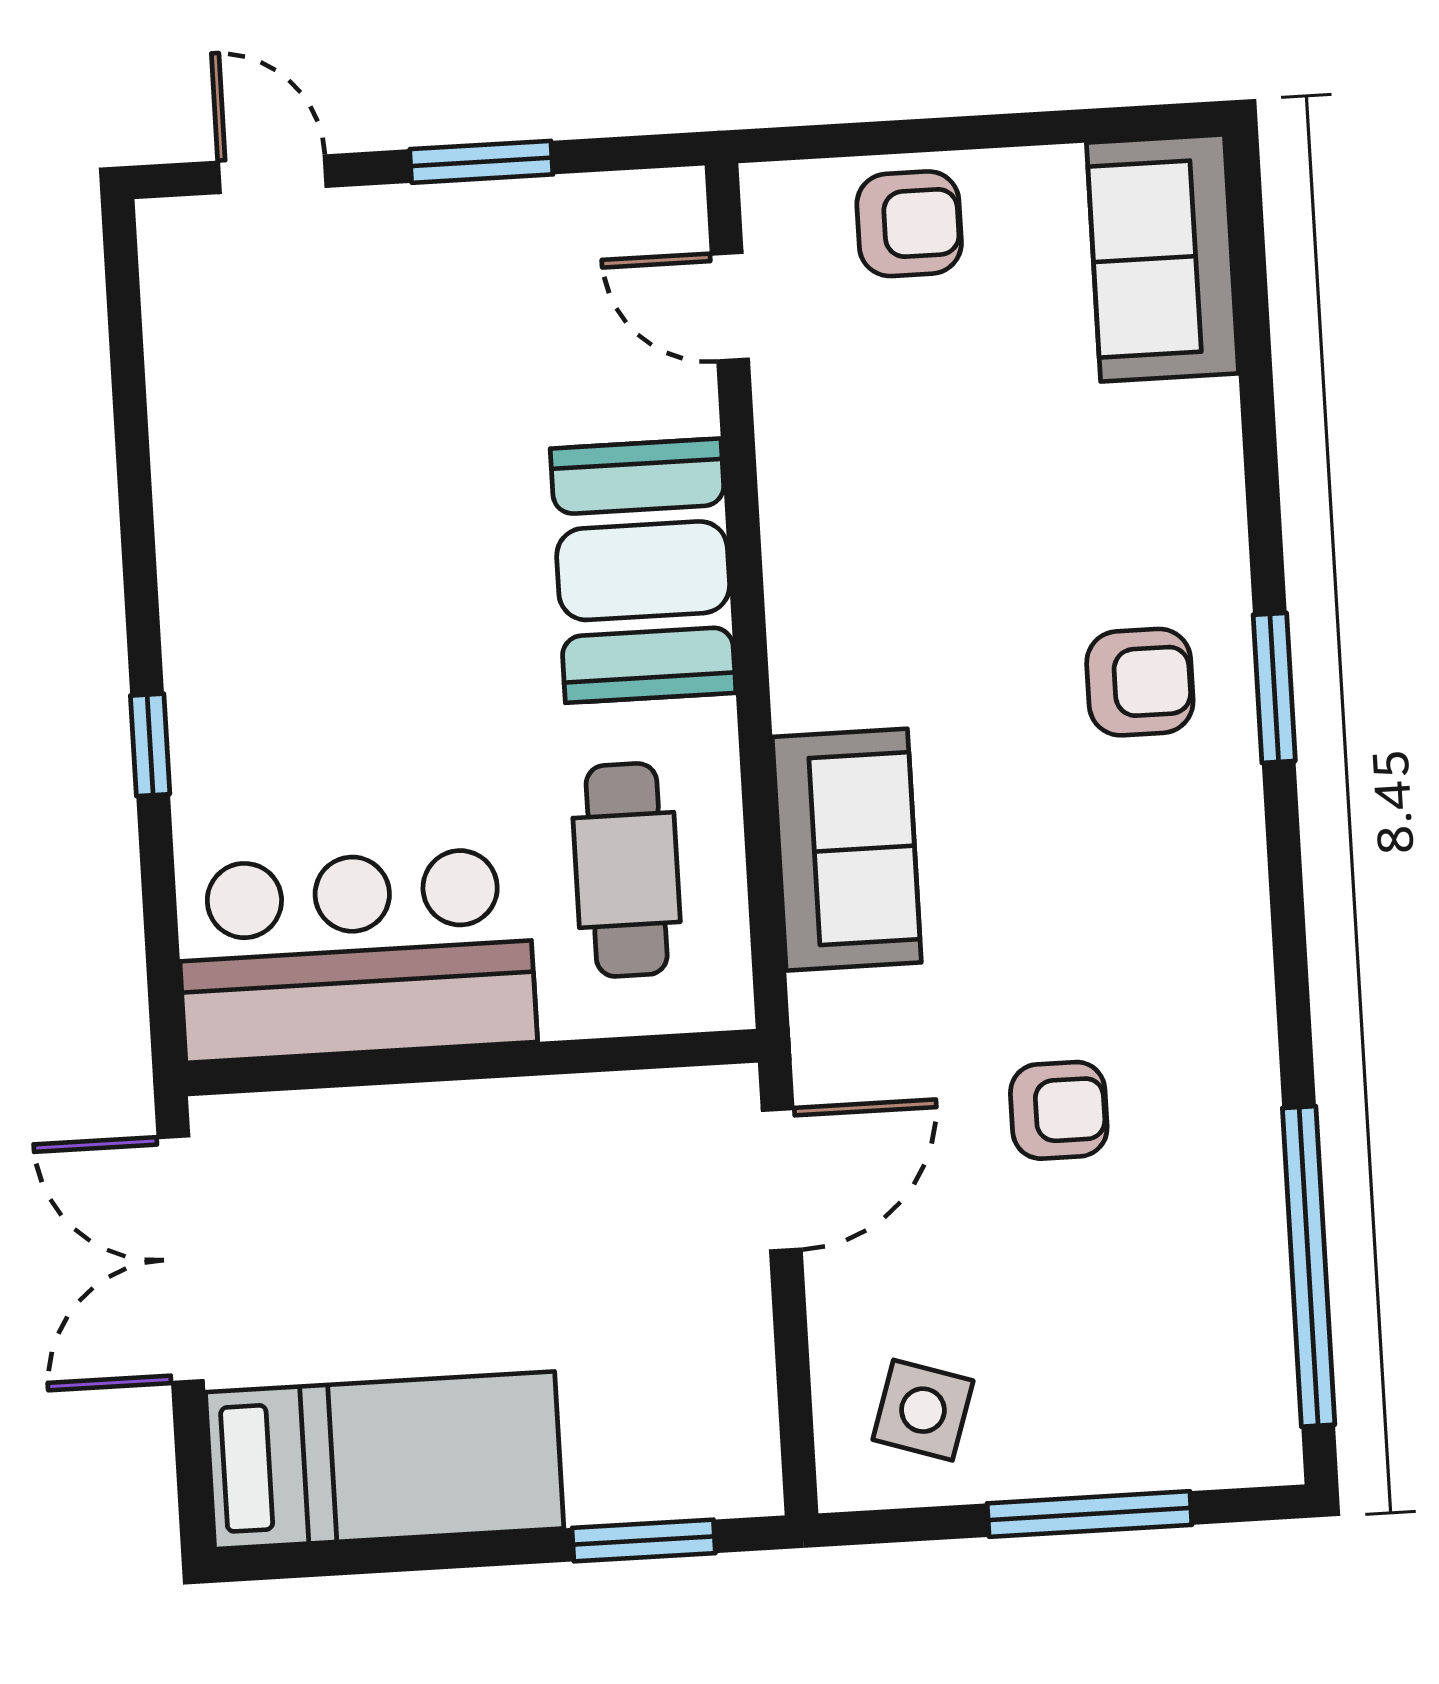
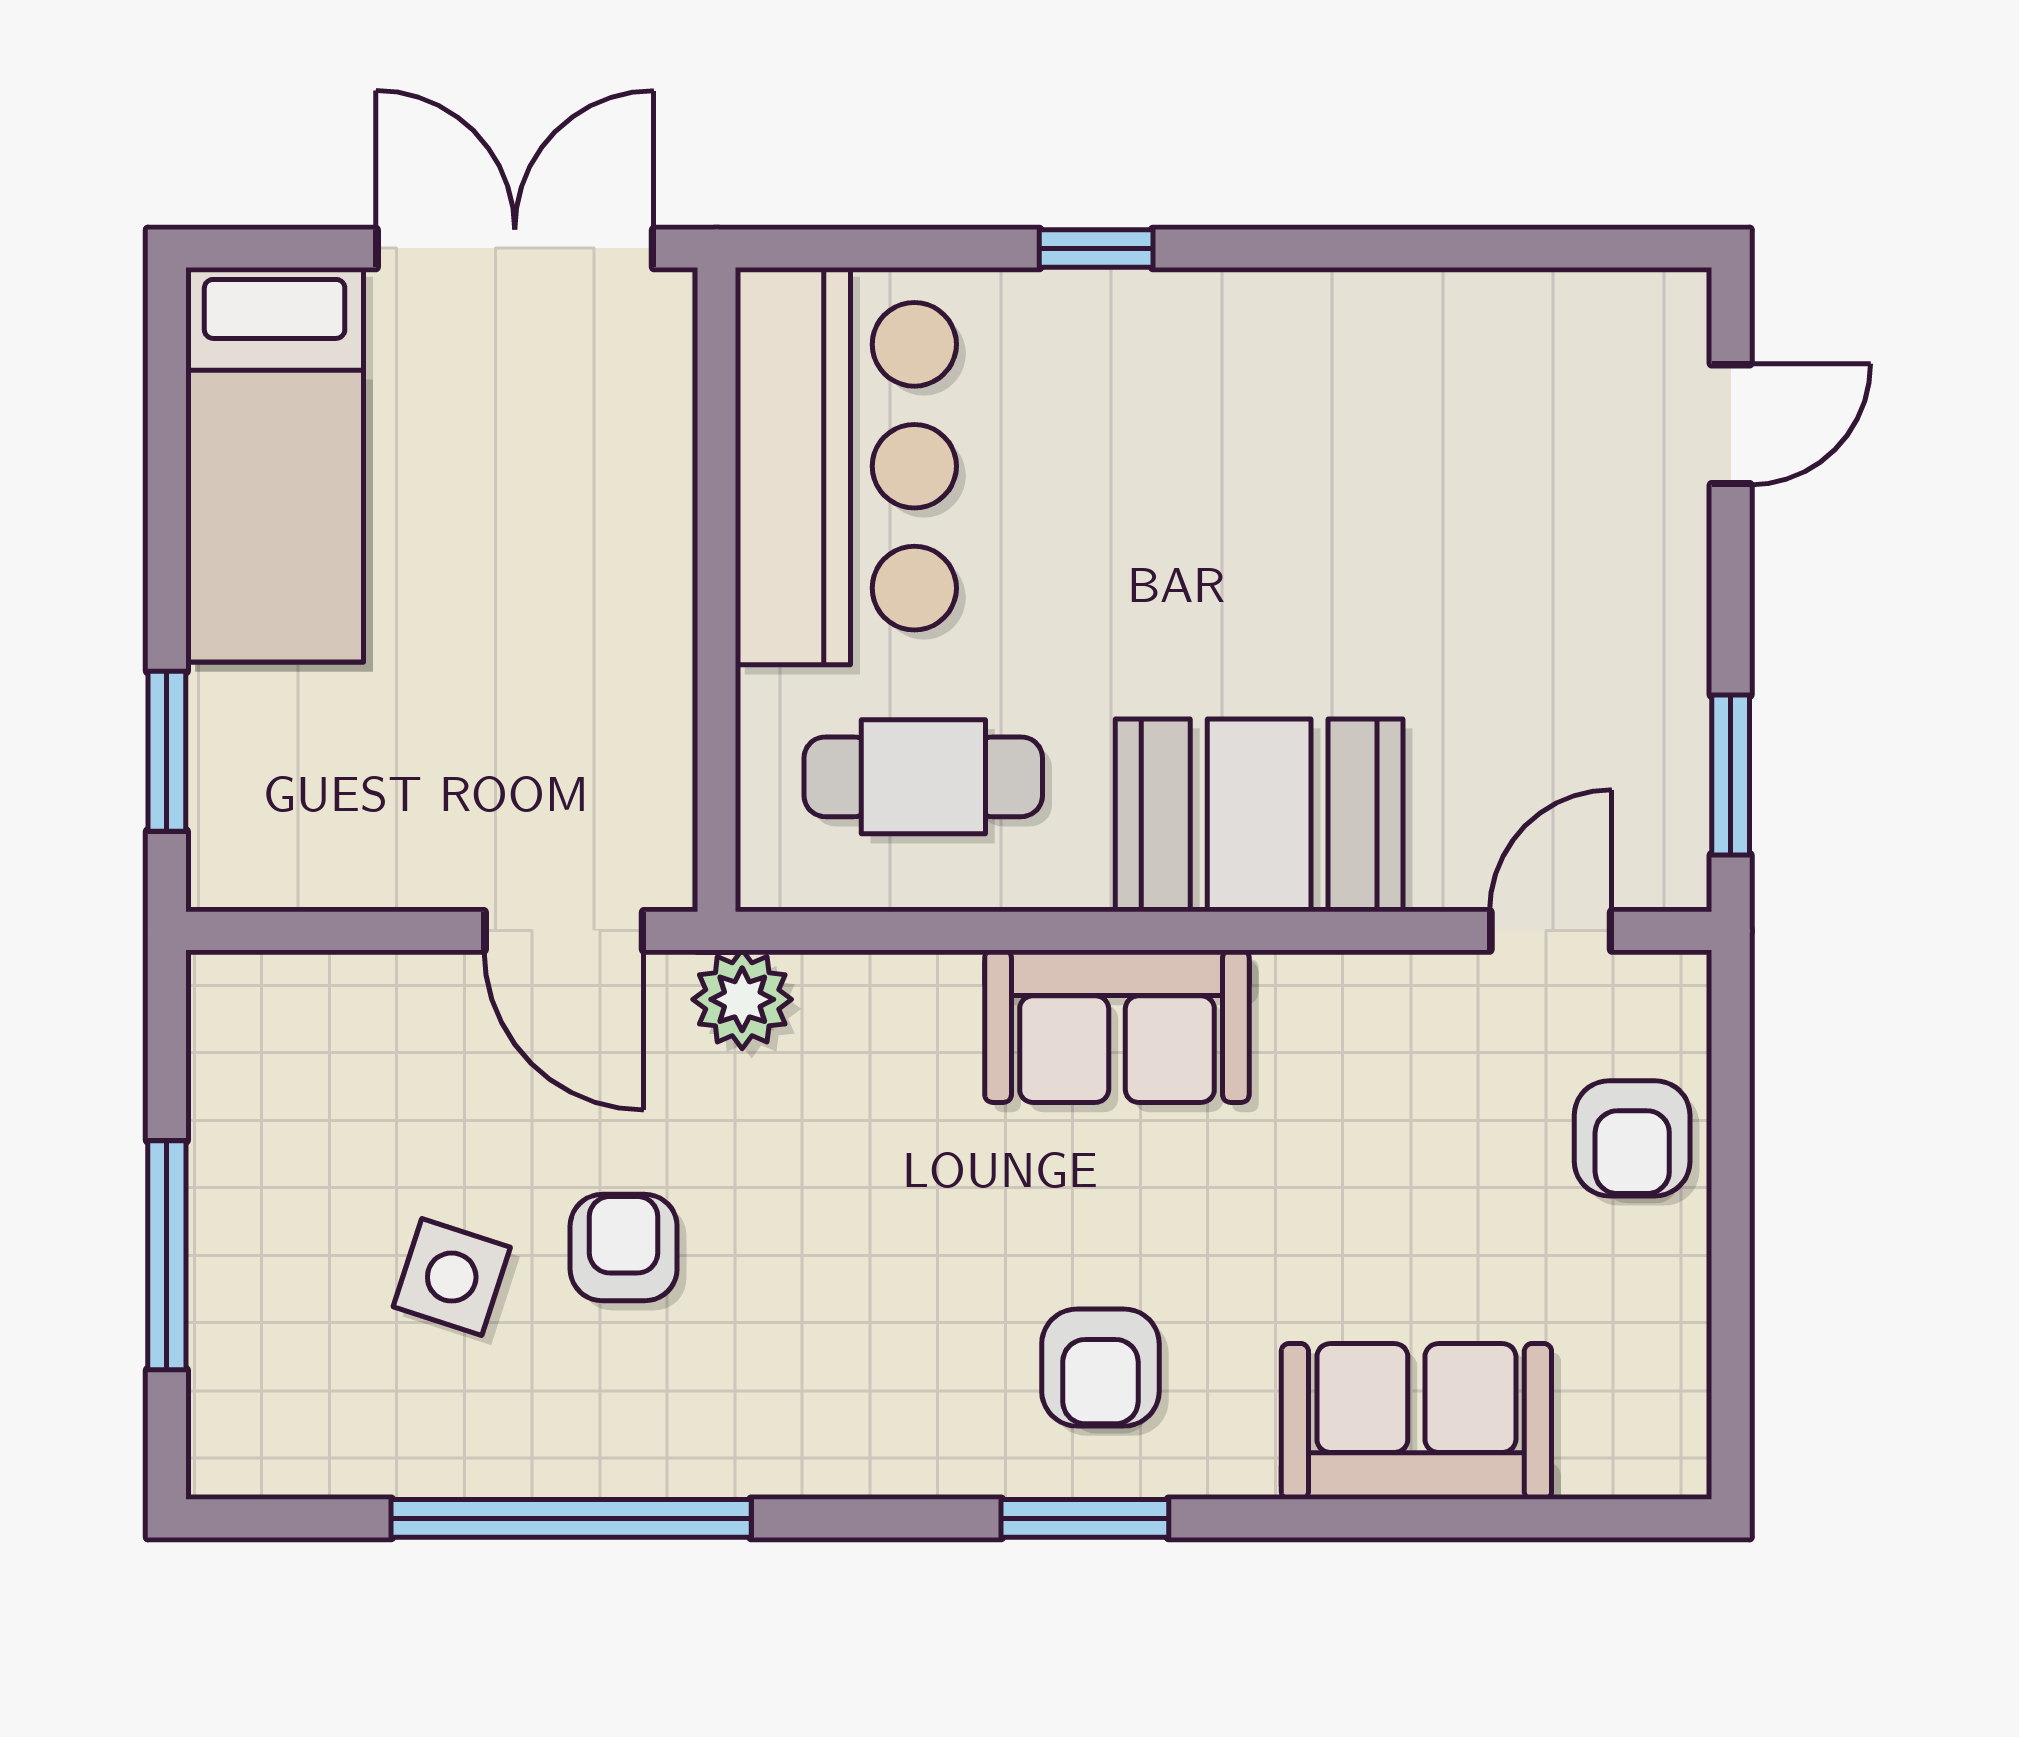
window: (481, 162) -> (1731, 775), moved
sofa: (1163, 258) -> (1416, 1421), moved
sofa: (847, 850) -> (1117, 1026), moved
plant: (833, 1018) -> (742, 999), added
armchair: (1059, 1110) -> (624, 1248), turned 180
window: (1309, 1266) -> (571, 1518), moved
side table: (923, 1410) -> (452, 1277), moved

